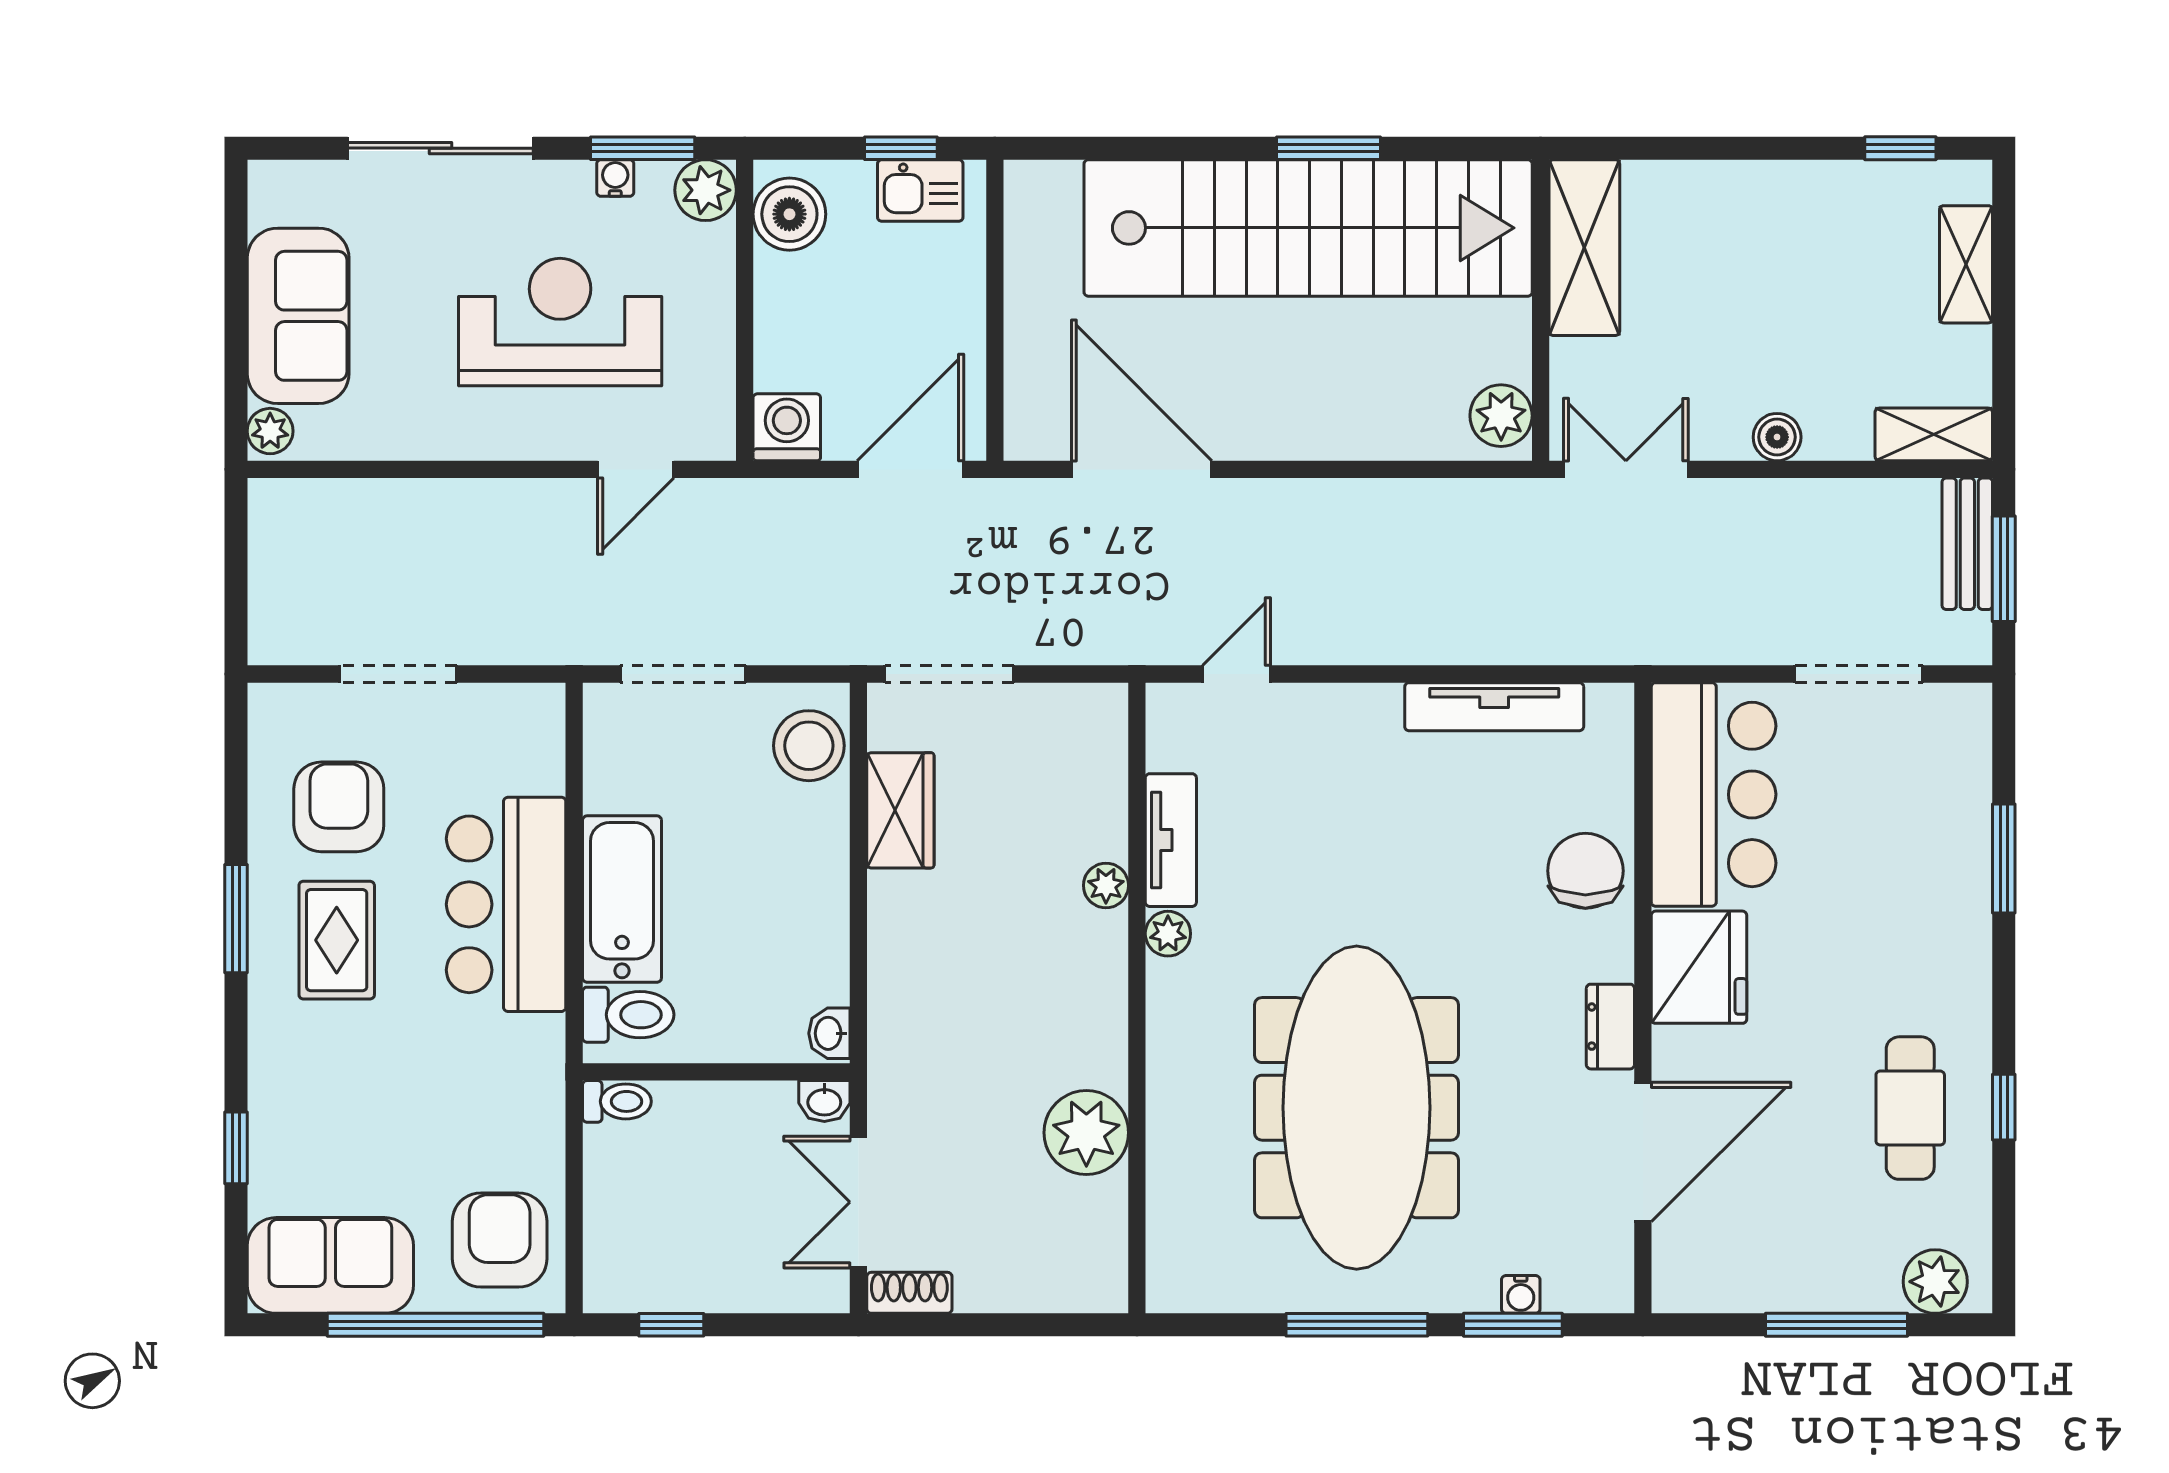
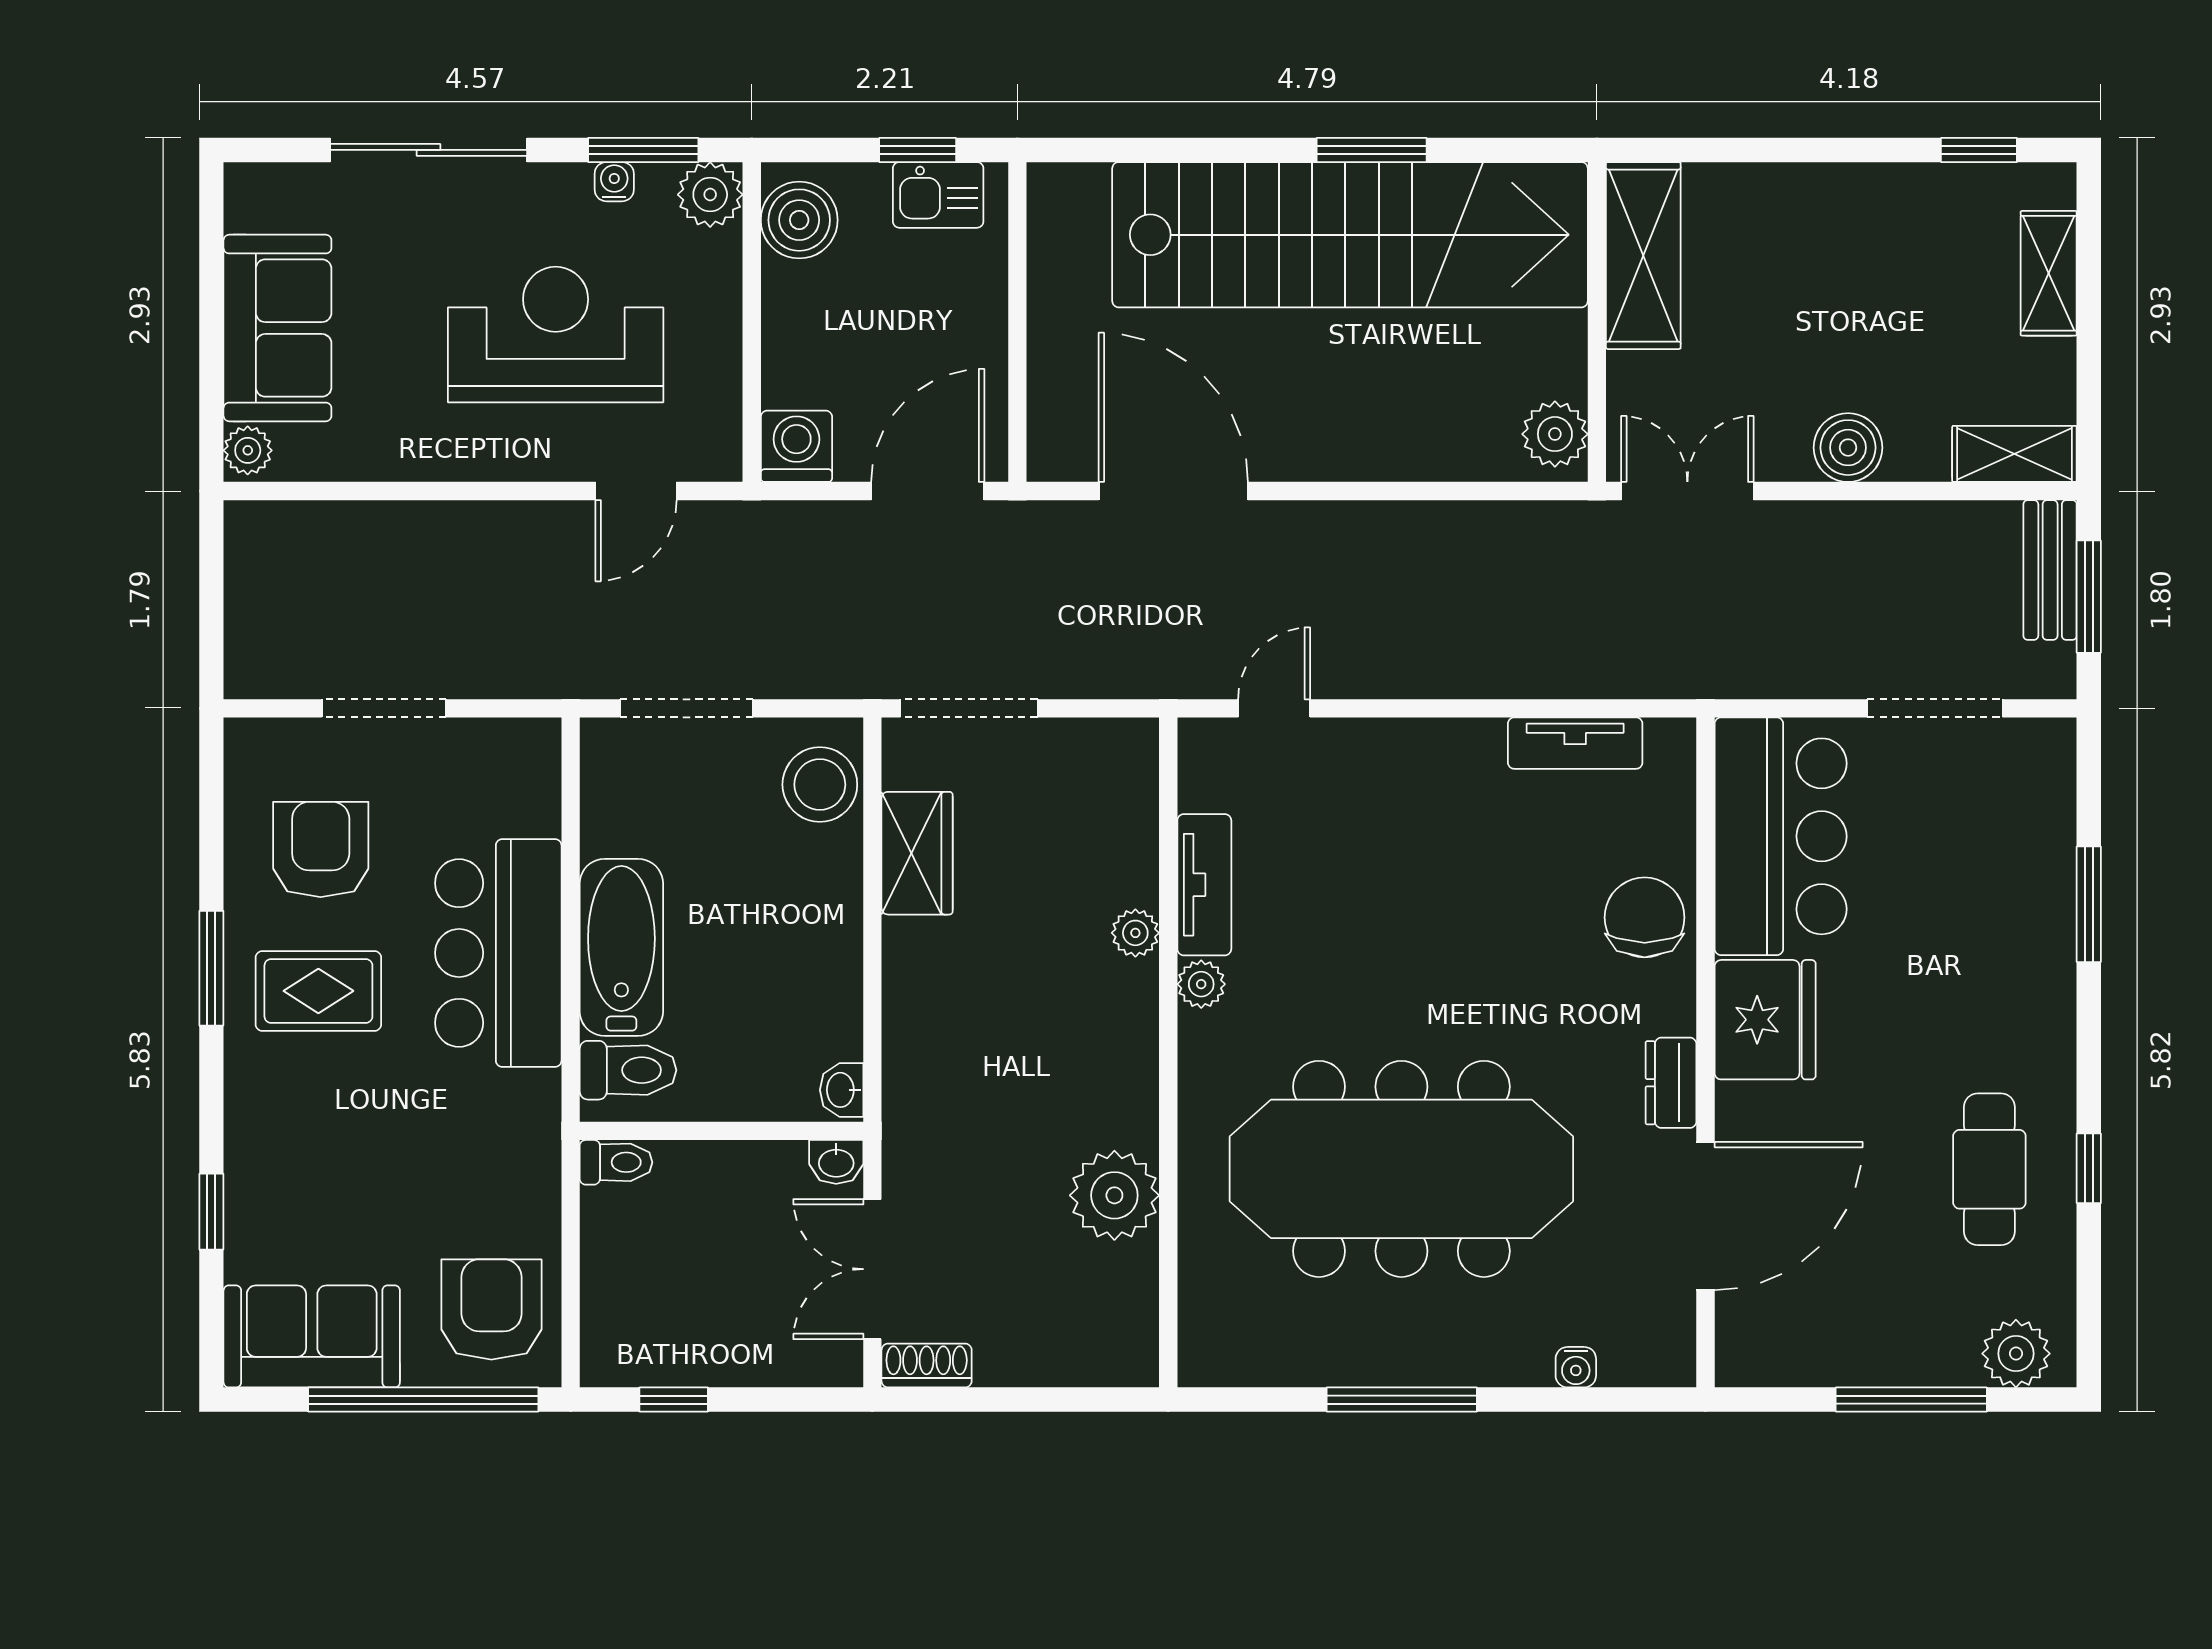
boiler: (1777, 437) -> (1848, 448), width x1.36, depth x1.36
tv unit: (1494, 707) -> (1575, 743), width x0.71
rug: (337, 940) -> (318, 991), turned 90
meeting table: (1357, 1108) -> (1401, 1169), turned 90
window: (1513, 1325) -> (1567, 1400), removed

